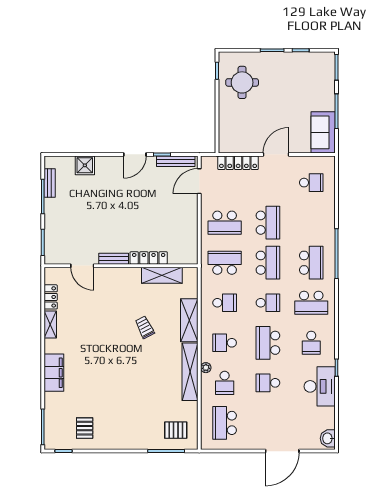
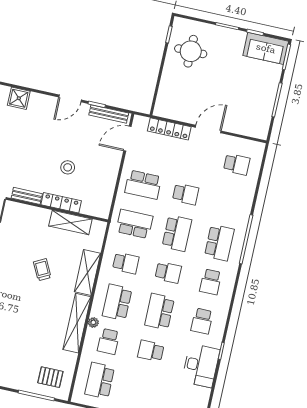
sofa: (323, 132) -> (266, 48), moved, turned -90
stool: (147, 222) -> (68, 167), added
school desk: (268, 223) -> (186, 194), width x0.54
school desk: (311, 303) -> (211, 282), width x0.54
school desk: (225, 343) -> (117, 302), width x1.85

